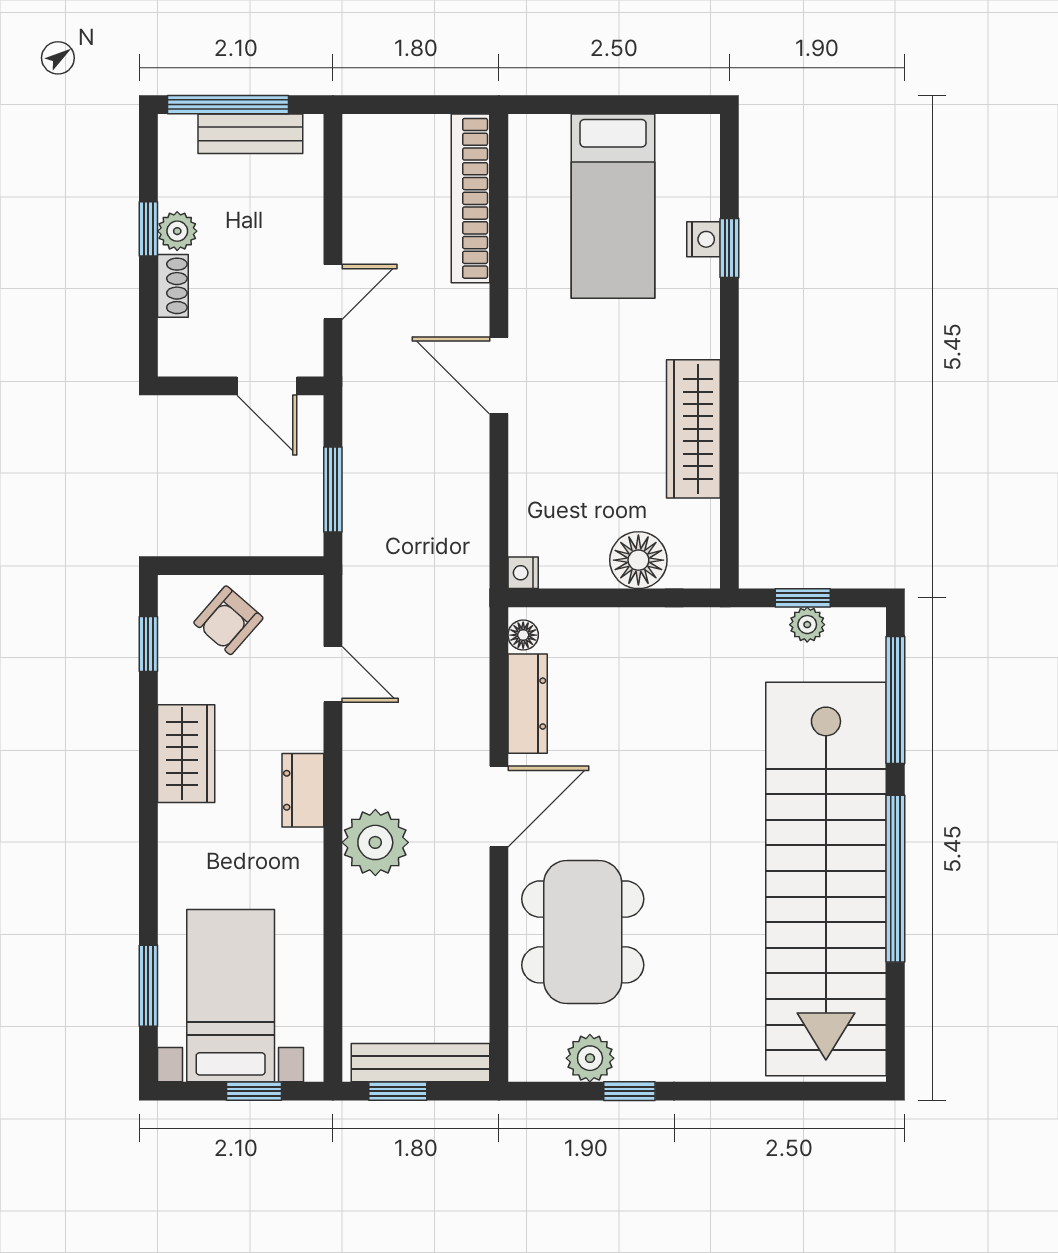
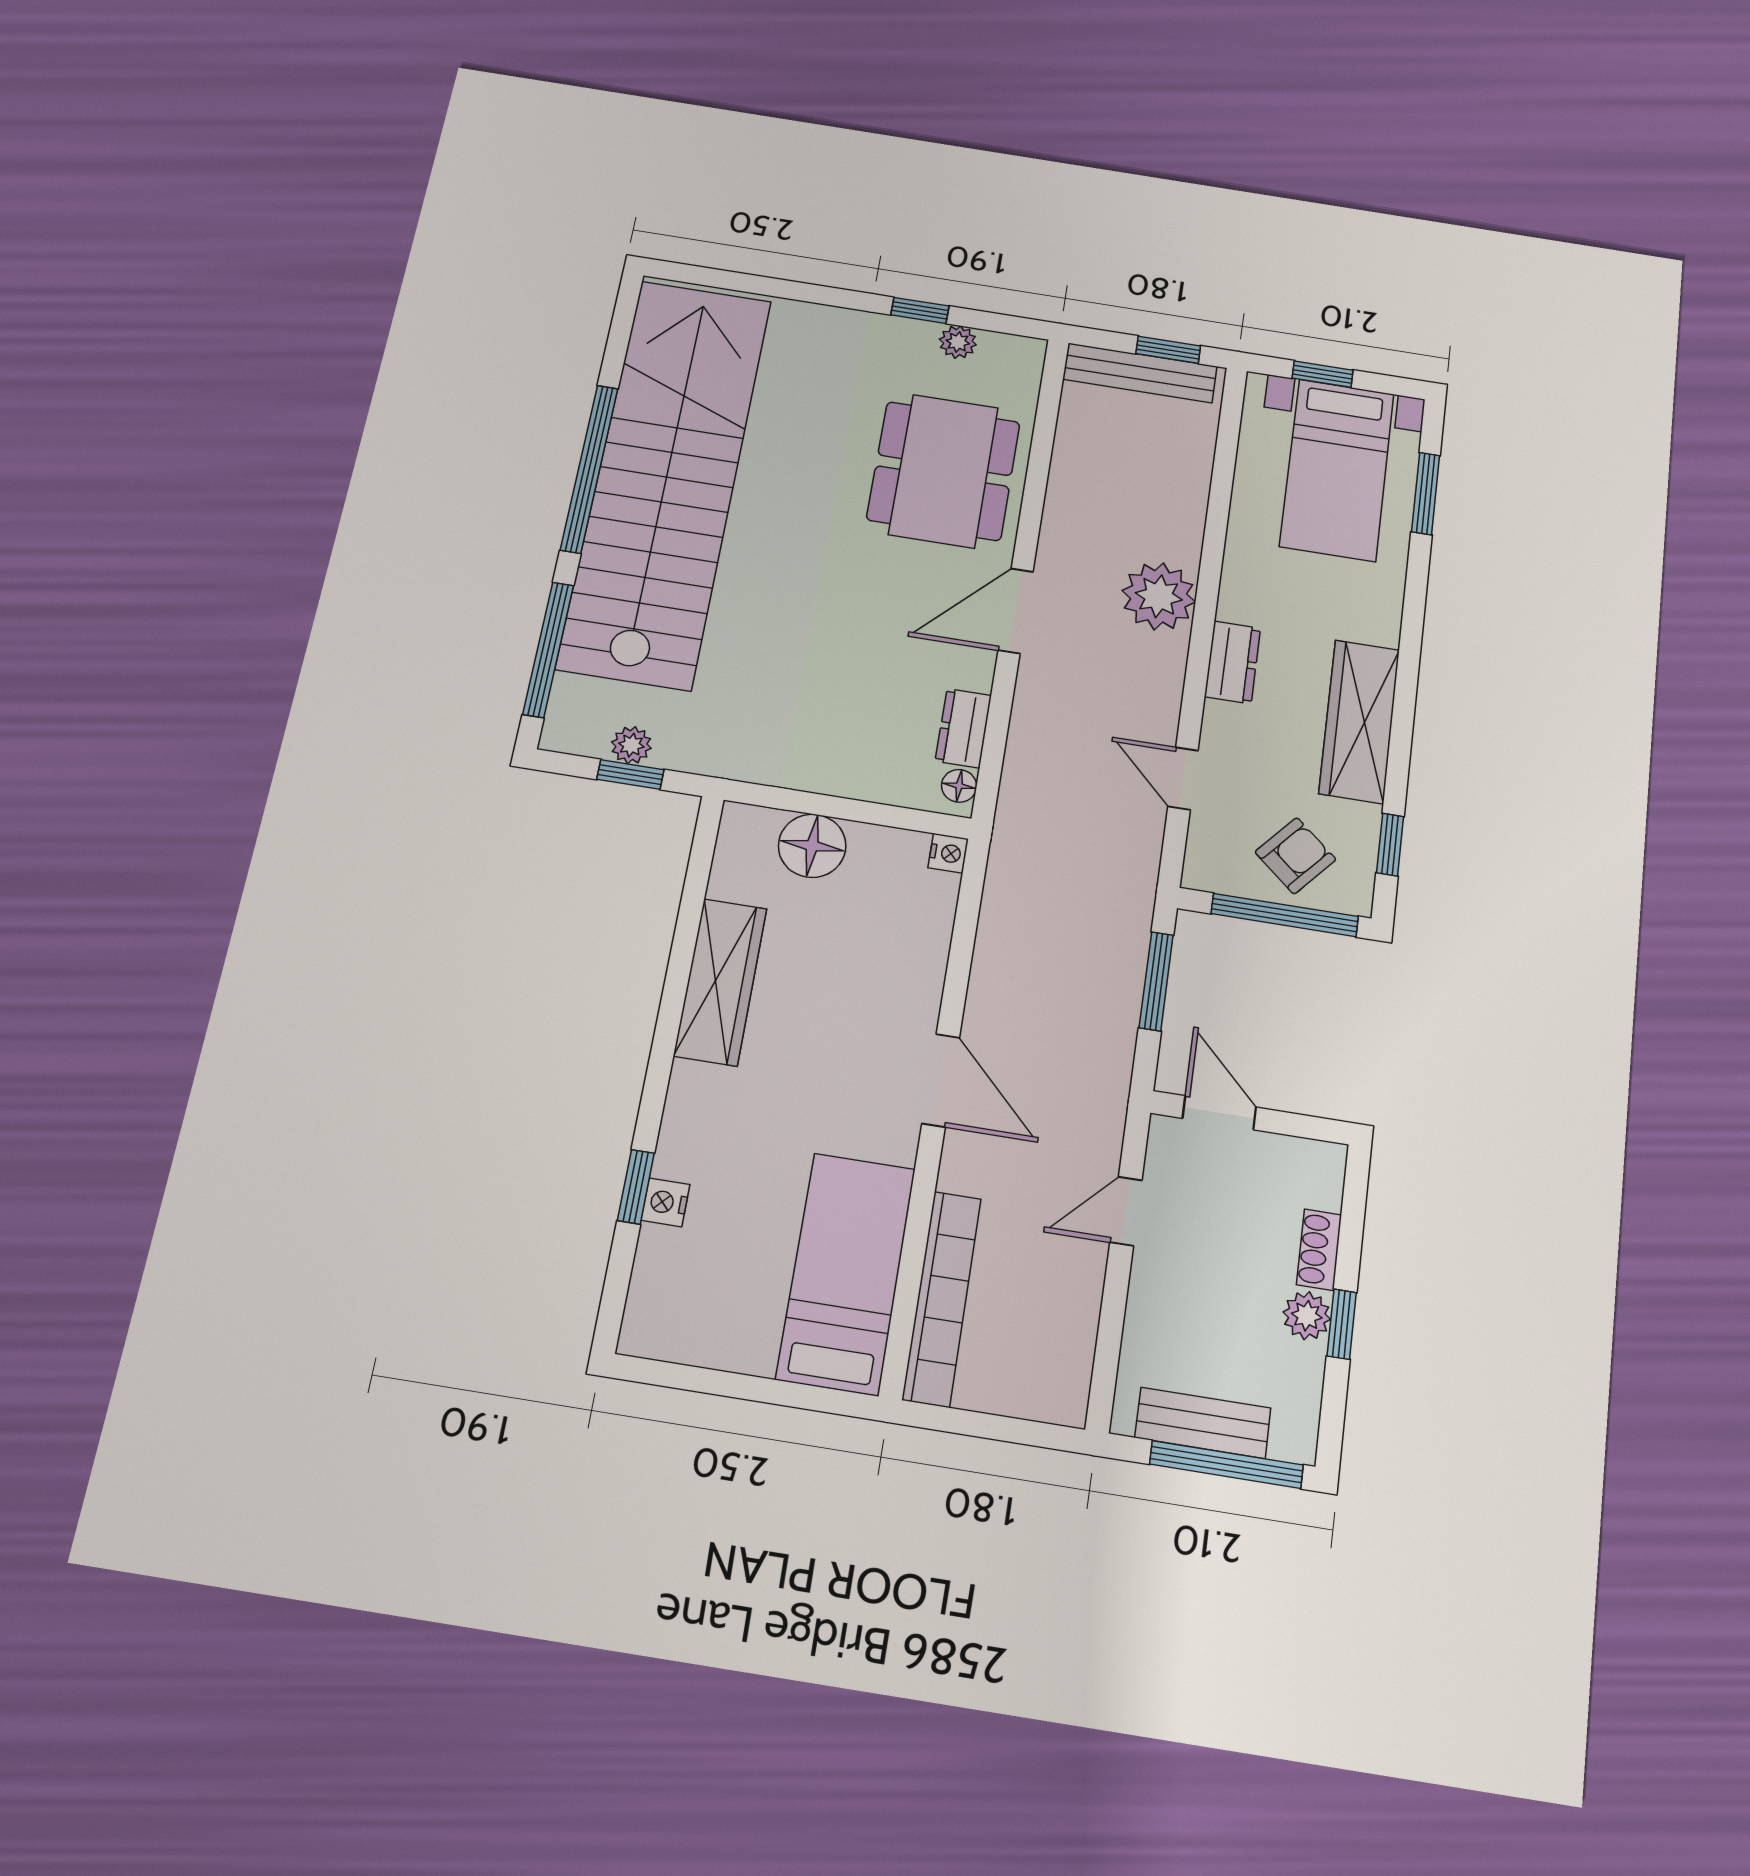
bed: (613, 206) -> (846, 1273), moved
window: (232, 566) -> (1285, 915), added
dresser: (528, 704) -> (963, 728), width x0.70
wardrobe: (186, 754) -> (1359, 721), width x1.50
plant: (590, 1058) -> (958, 342), width x0.73, depth x0.73

